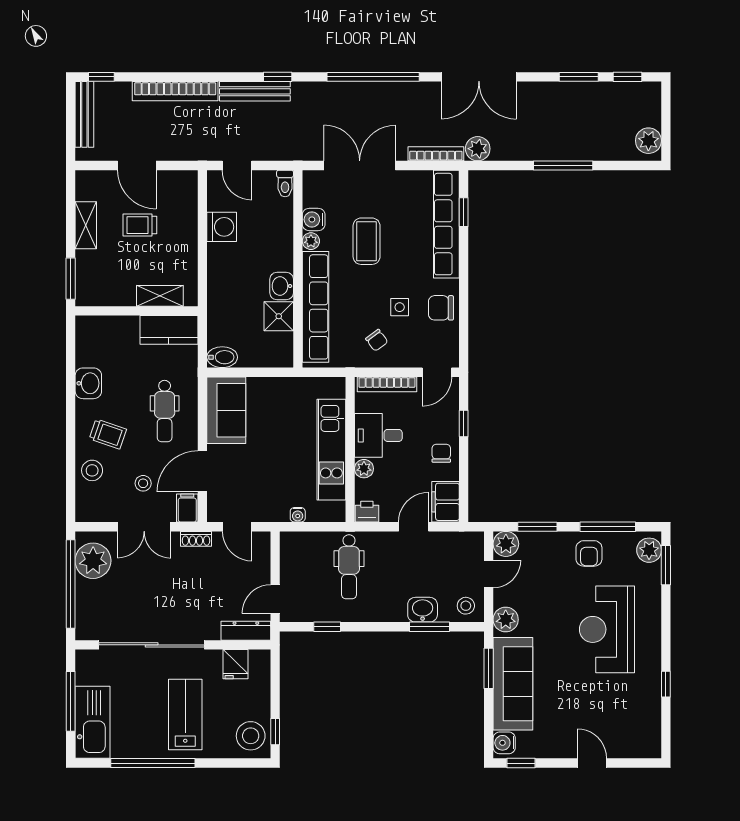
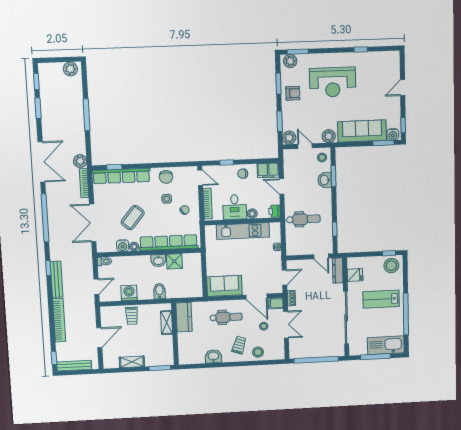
trolley: (140, 225) -> (132, 316), moved
coffee table: (367, 241) -> (133, 218), turned -50
bidet: (222, 357) -> (159, 291), moved
window: (608, 527) -> (278, 84), width x0.69
plant: (93, 561) -> (304, 349), removed
window: (489, 668) -> (384, 143), moved

